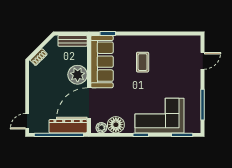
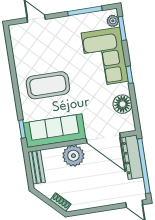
coffee table: (143, 62) -> (48, 85), width x1.86, depth x1.72
plant: (101, 128) -> (113, 21), moved

